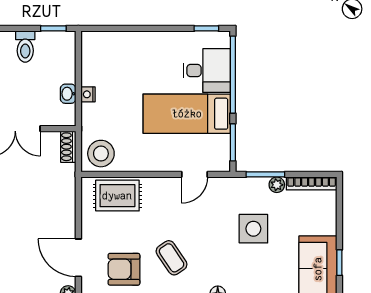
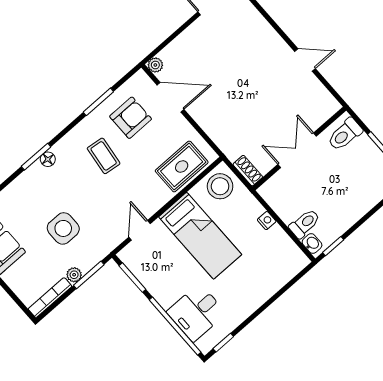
toilet: (25, 47) -> (305, 224), moved, turned 90
washbasin: (68, 94) -> (312, 243), moved
bed: (187, 114) -> (200, 236), moved, turned 90
coffee table: (172, 258) -> (104, 156), turned 41

